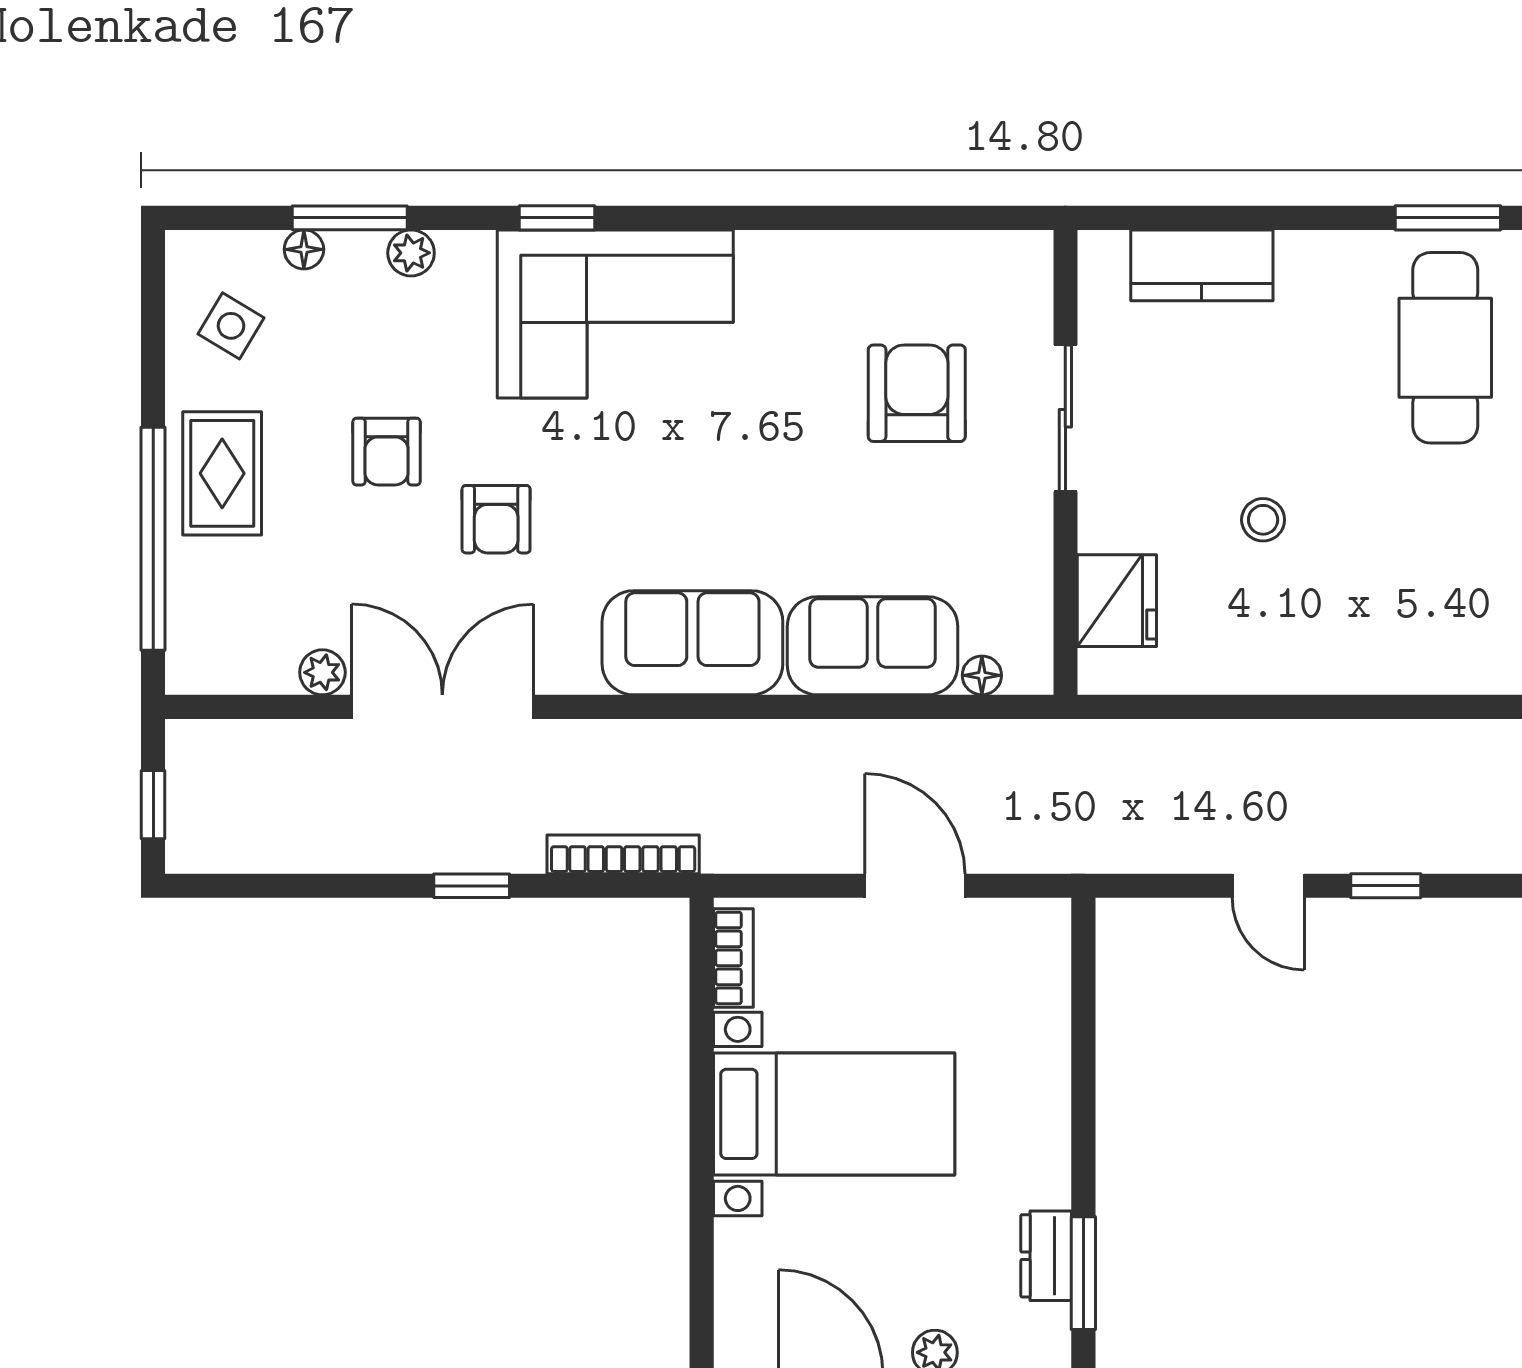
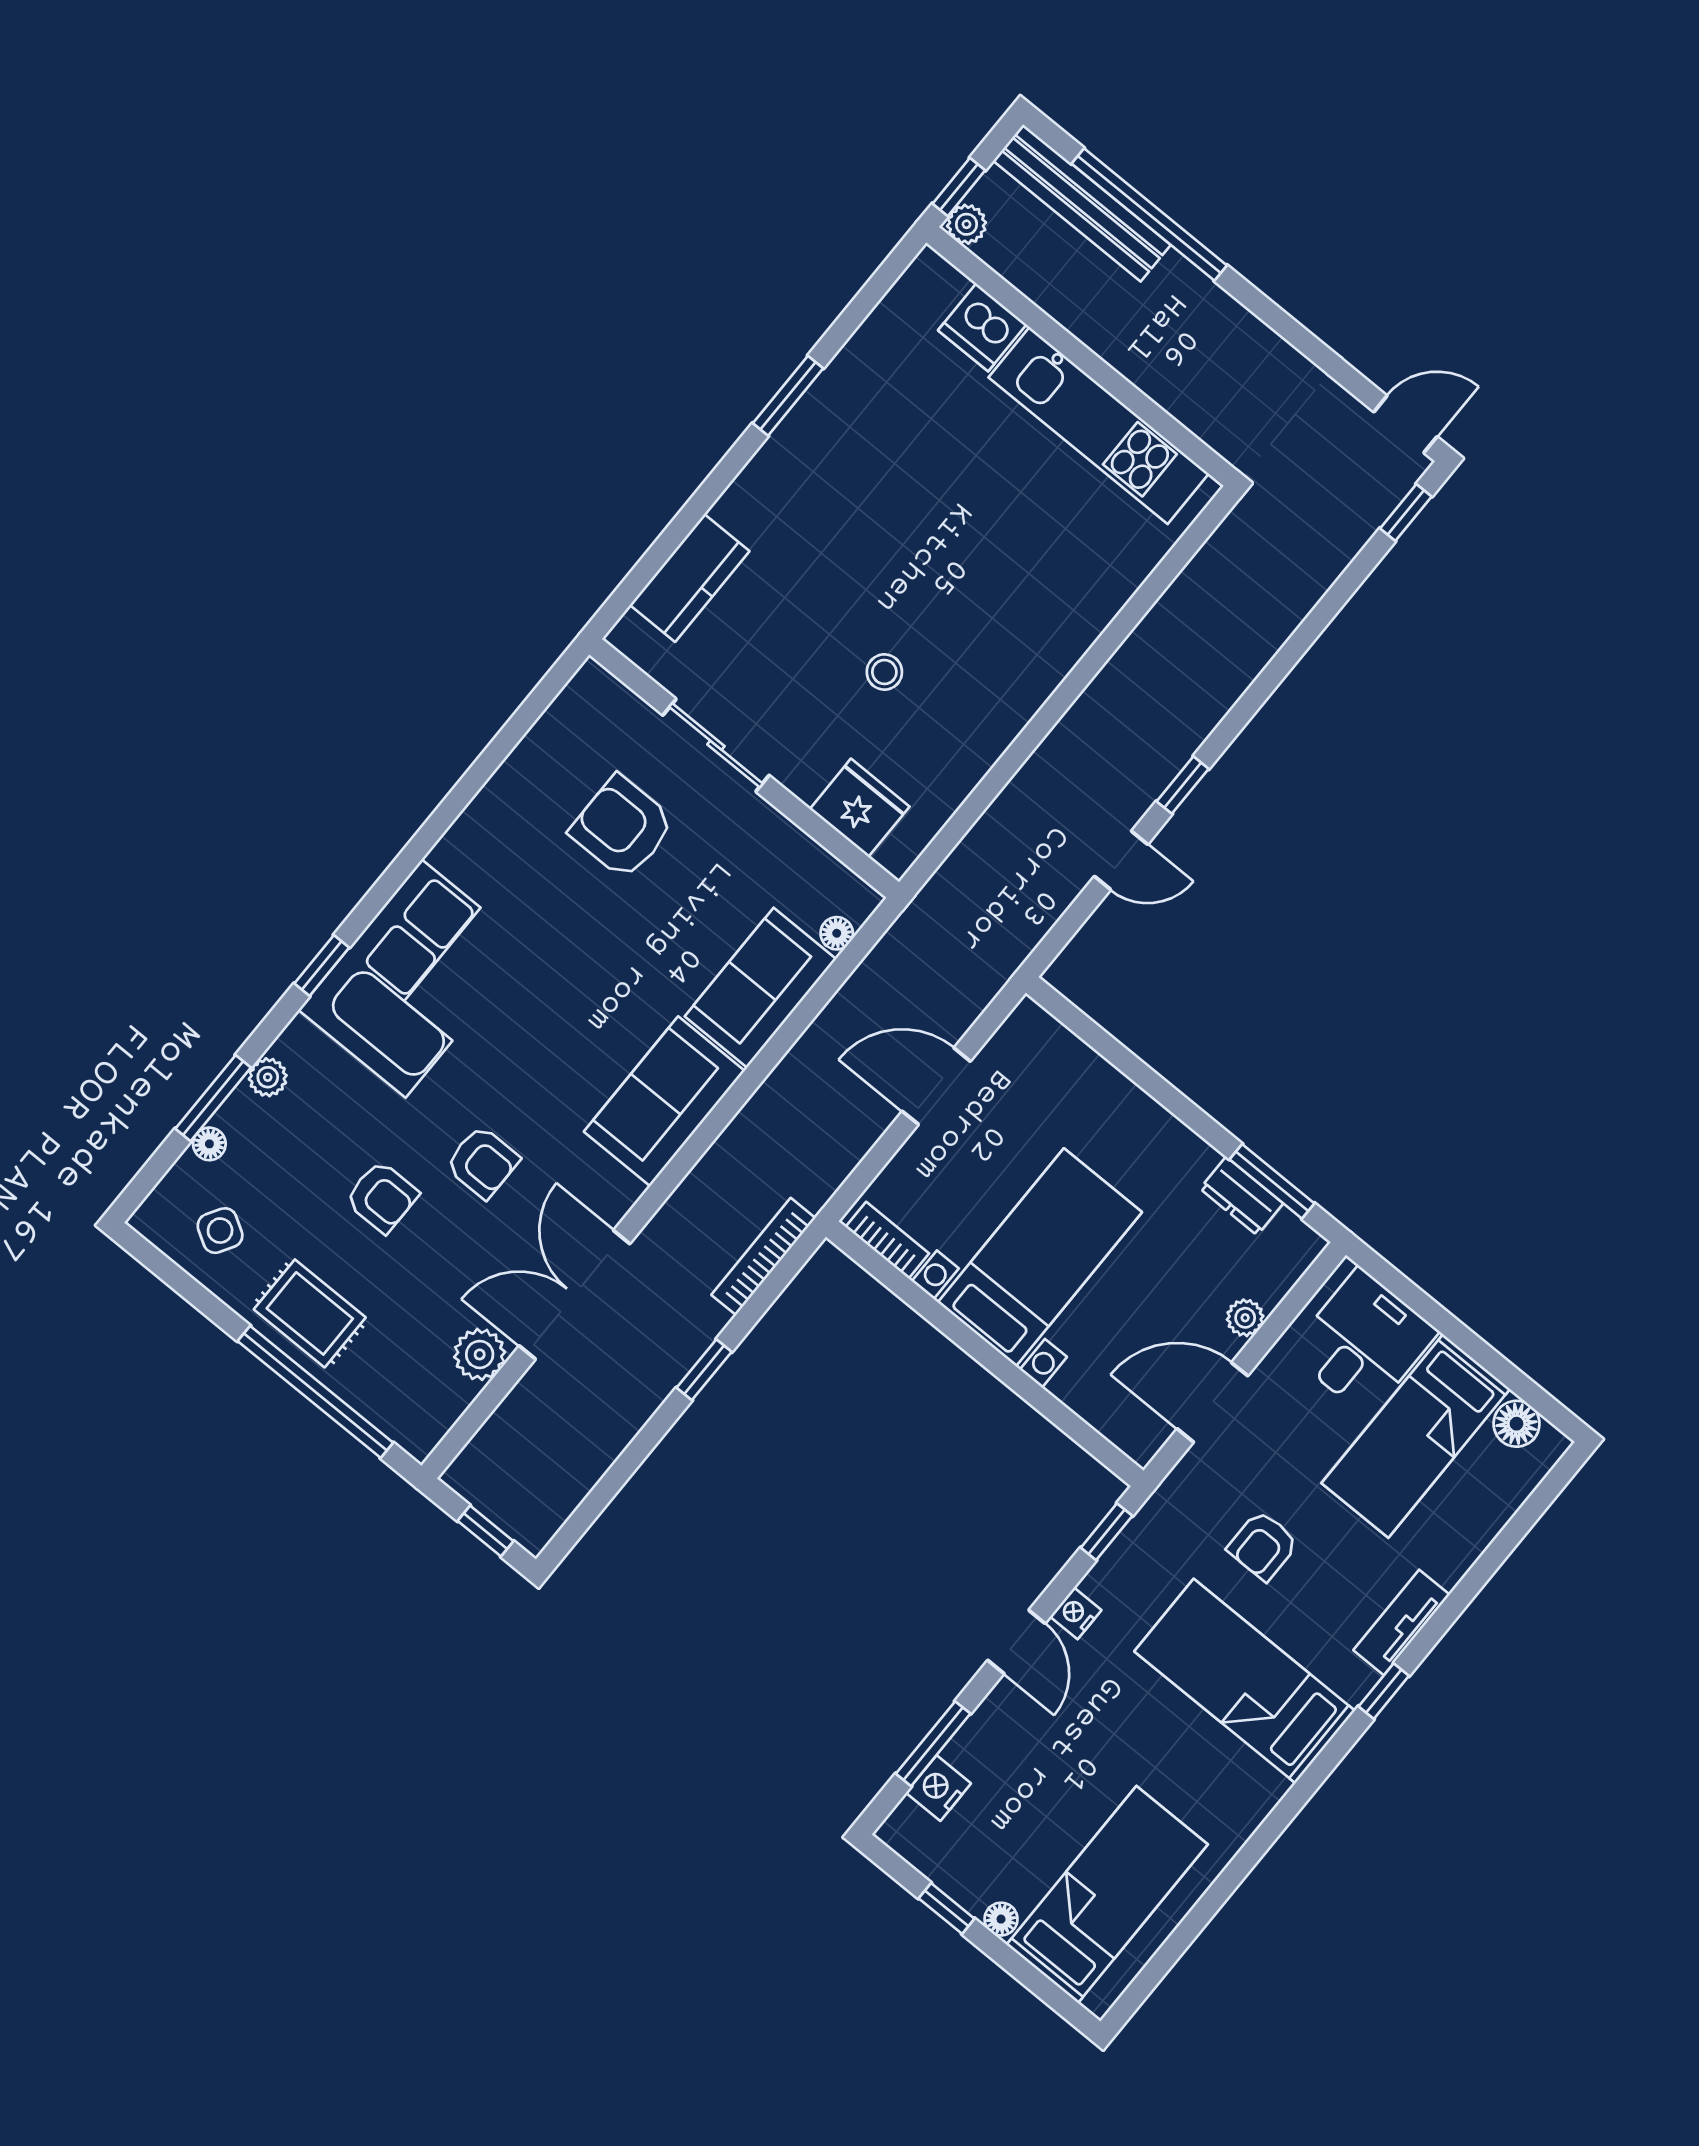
cafe table: (1445, 348) -> (870, 465), removed
plant: (322, 672) -> (480, 1354), width x1.38, depth x1.38

